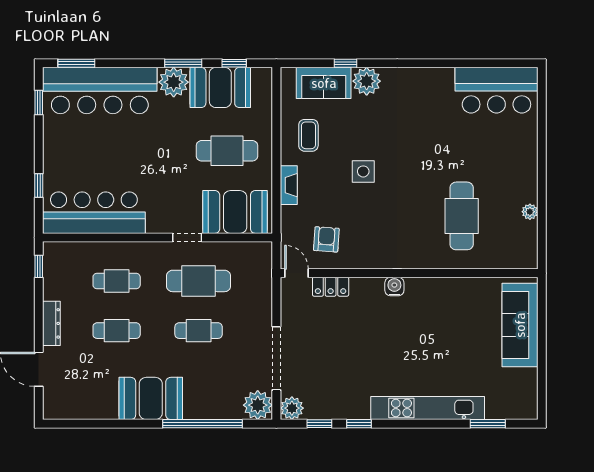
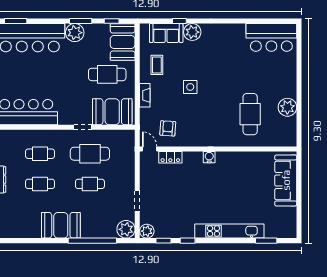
booth: (220, 87) -> (123, 42), moved, turned 90
plant: (530, 212) -> (287, 107), width x1.88, depth x1.88
doorway: (276, 358) -> (137, 201), width x0.53

